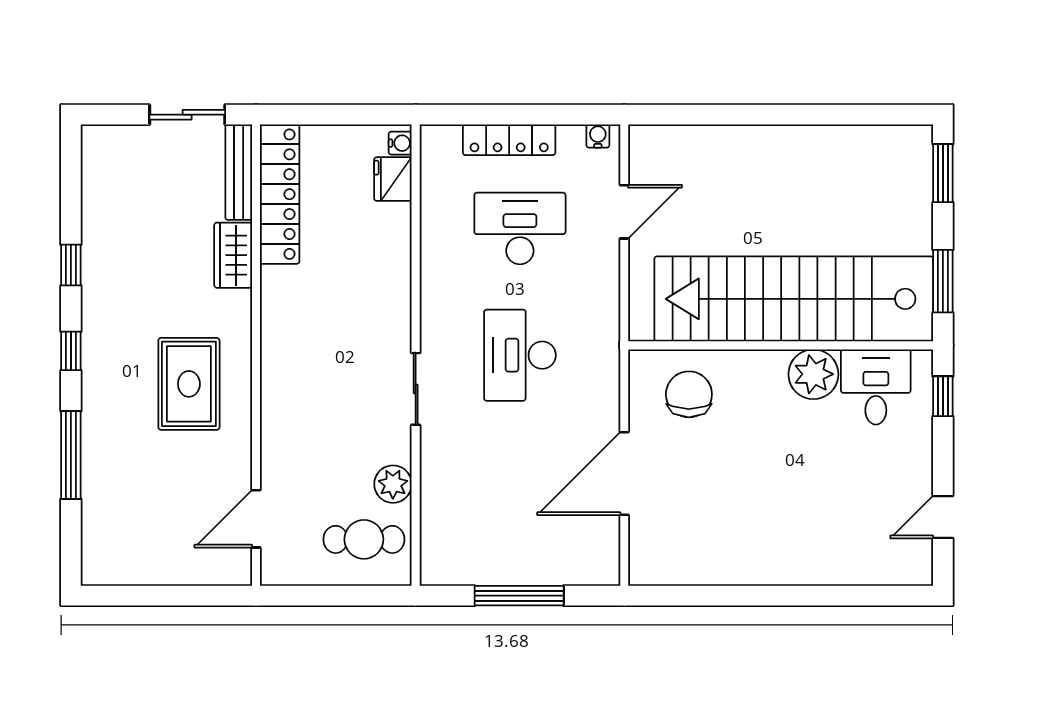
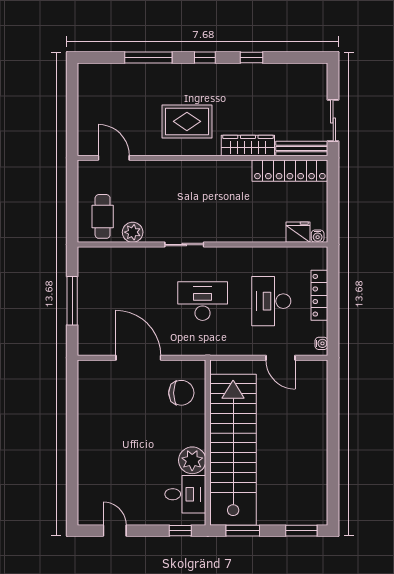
desk: (520, 228) -> (271, 301), turned 180
wardrobe: (233, 255) -> (248, 145), width x1.50

